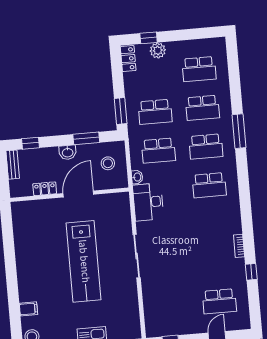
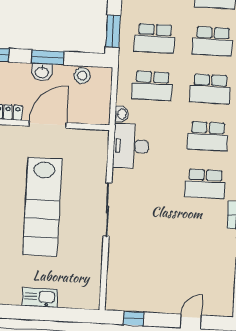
window: (86, 138) -> (48, 57), moved
stool: (108, 163) -> (82, 76), moved
school desk: (219, 301) -> (205, 184), moved

